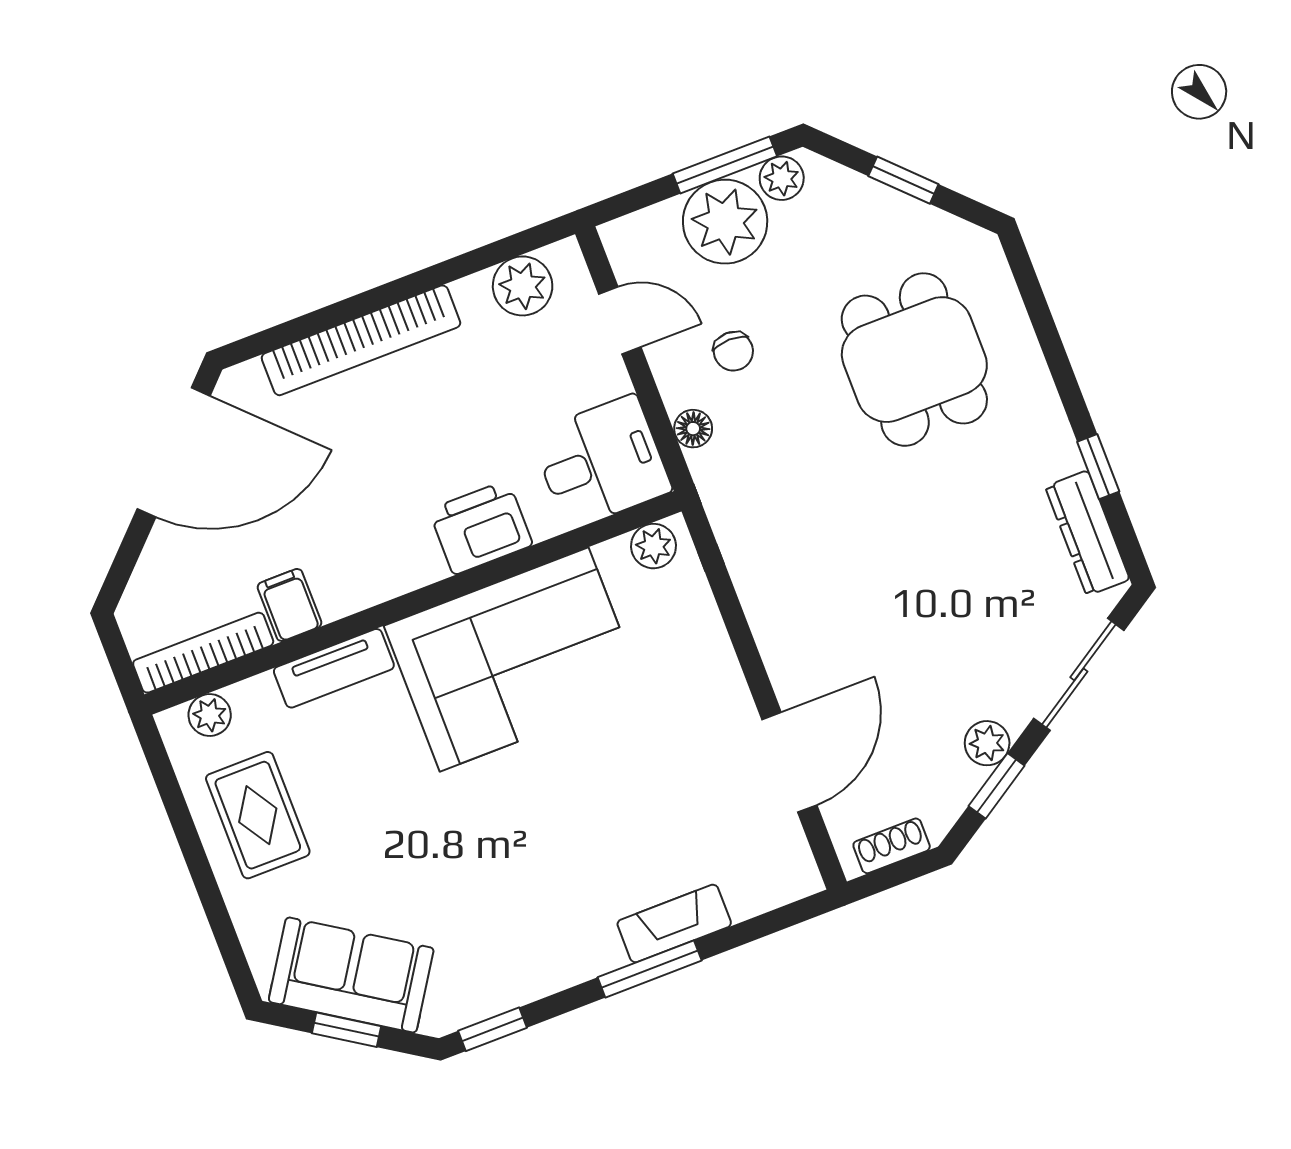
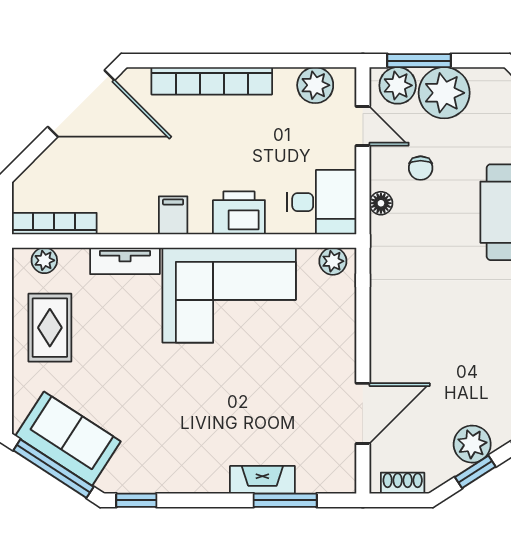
window: (725, 165) -> (419, 61), moved
plant: (782, 178) -> (398, 85), moved, width x1.38, depth x1.38
filing cabinet: (290, 605) -> (173, 215), moved
plant: (987, 743) -> (472, 444), width x1.38, depth x1.38
window: (650, 969) -> (285, 500), moved
window: (346, 1030) -> (53, 469), width x2.17

